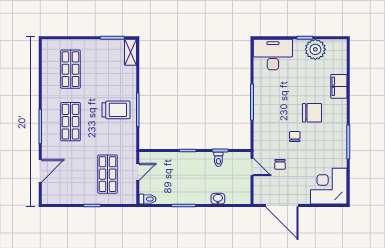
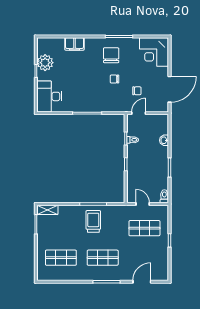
chair: (312, 113) -> (111, 55), moved
door: (40, 171) -> (142, 282), hinge flipped

